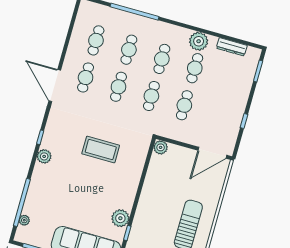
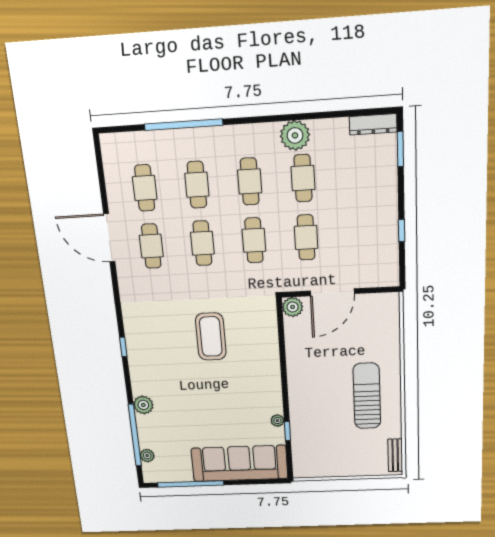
dresser: (232, 47) -> (373, 124), moved
door: (55, 85) -> (109, 238), moved
coffee table: (101, 150) -> (211, 337), turned 90
door: (212, 153) -> (332, 292), moved
plant: (44, 156) -> (143, 405), moved
plant: (120, 218) -> (277, 421), width x0.53, depth x0.53

